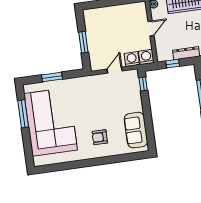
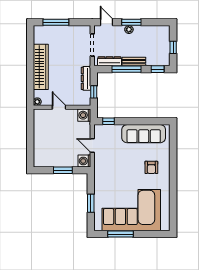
washing machine: (132, 59) -> (84, 161), moved
sofa: (136, 130) -> (144, 134), width x1.36

